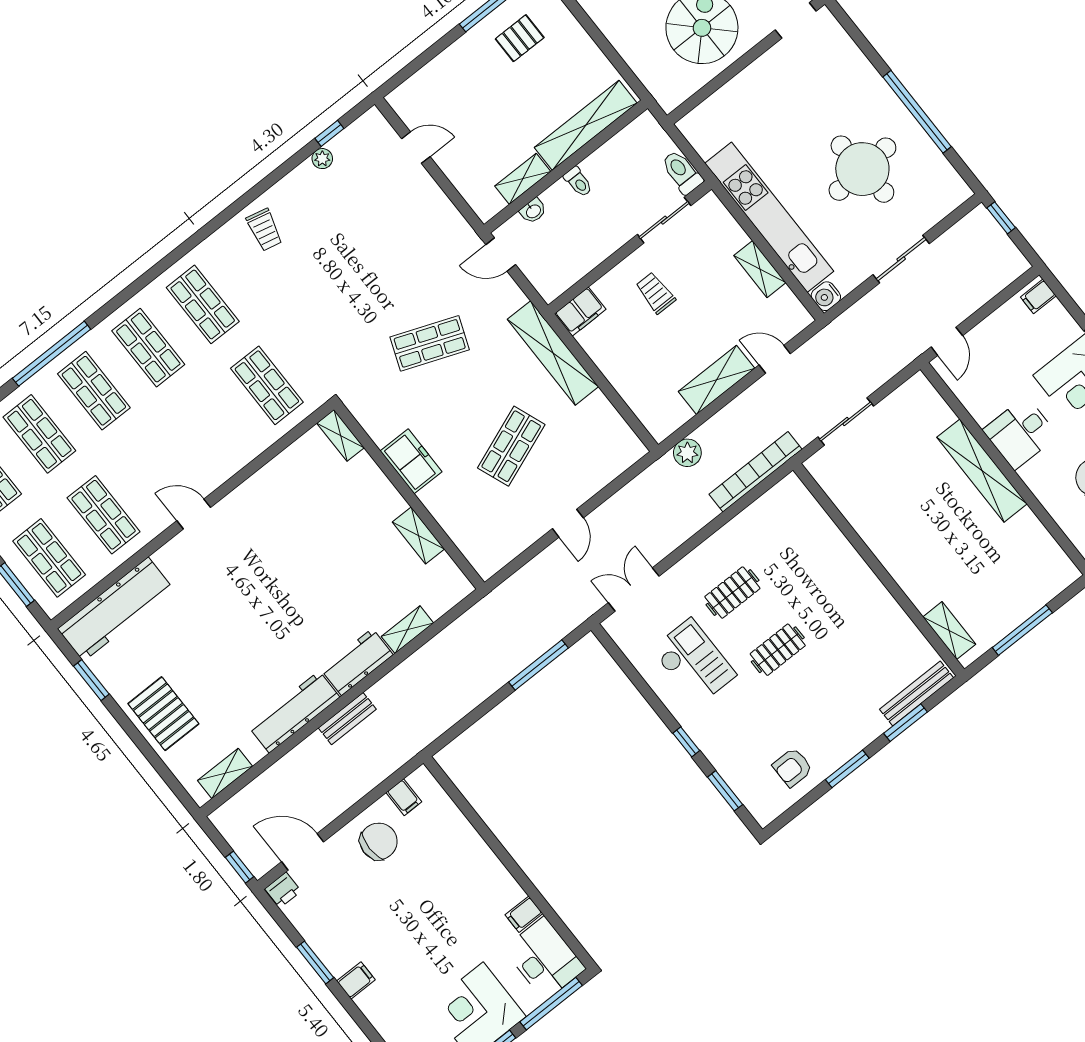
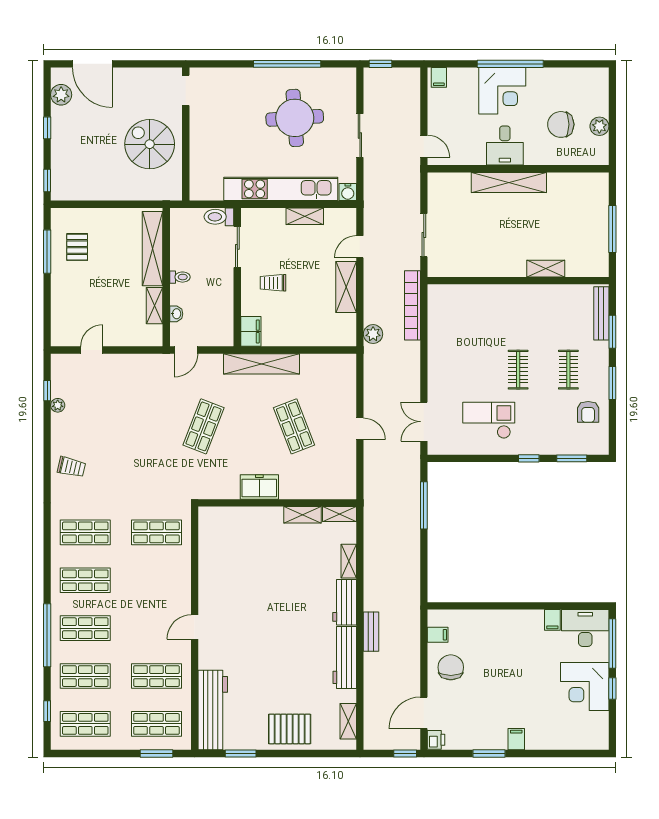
shelving: (341, 435) -> (339, 514), moved
clothes rail: (732, 593) -> (568, 370), moved
shelving: (949, 631) -> (546, 269), moved

